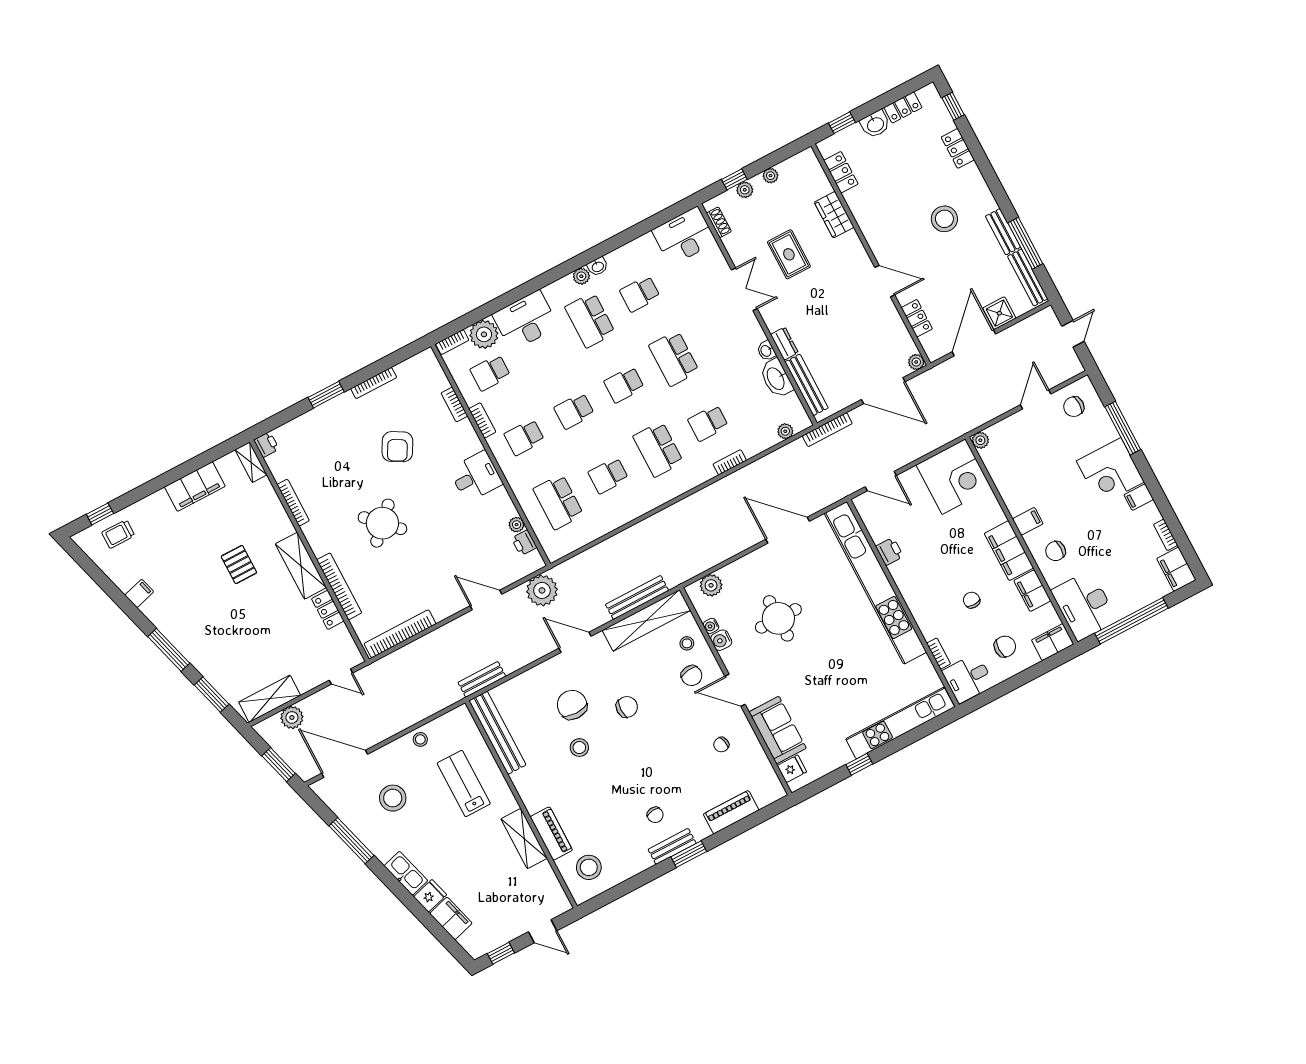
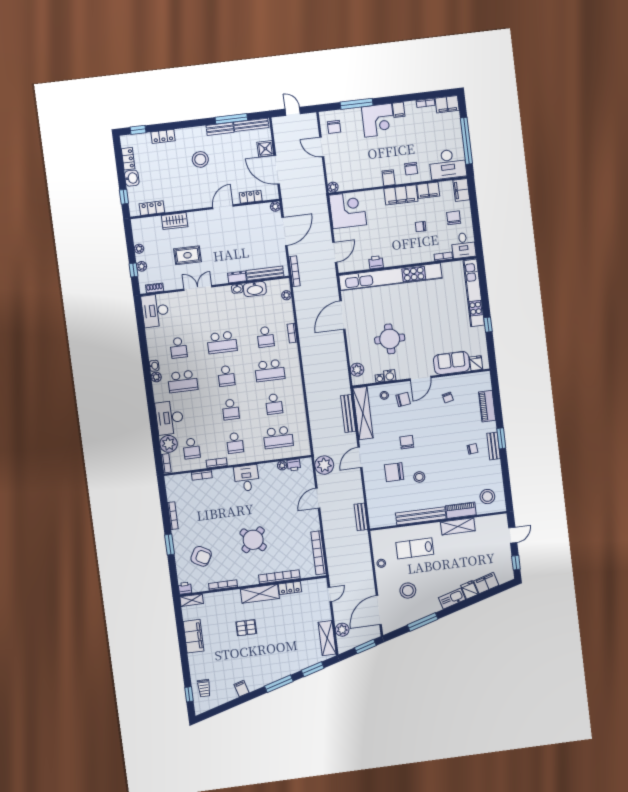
armchair: (397, 447) -> (201, 556), moved
bench: (497, 733) -> (421, 516), moved

